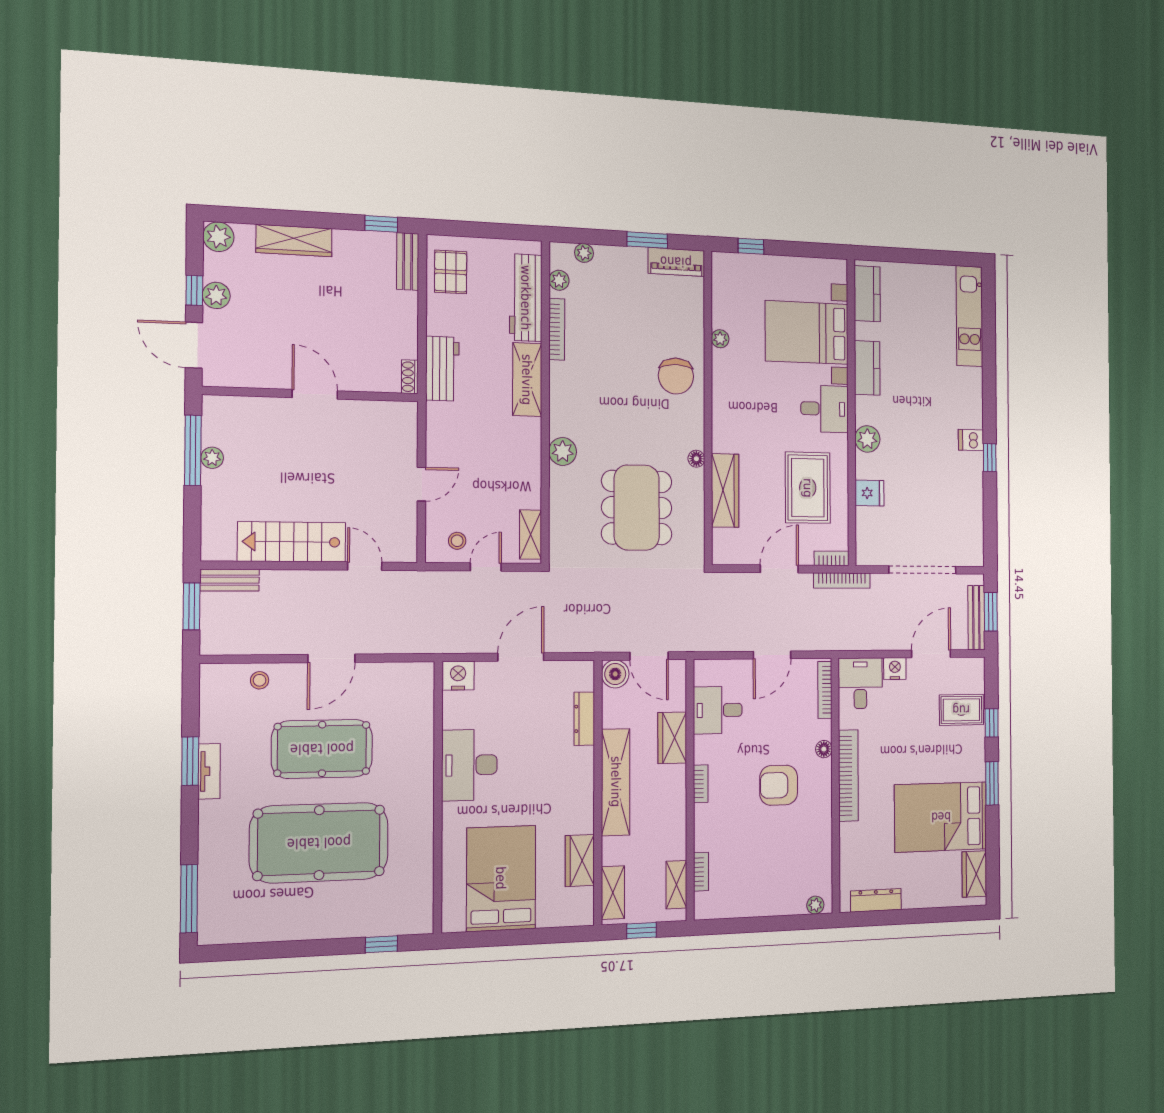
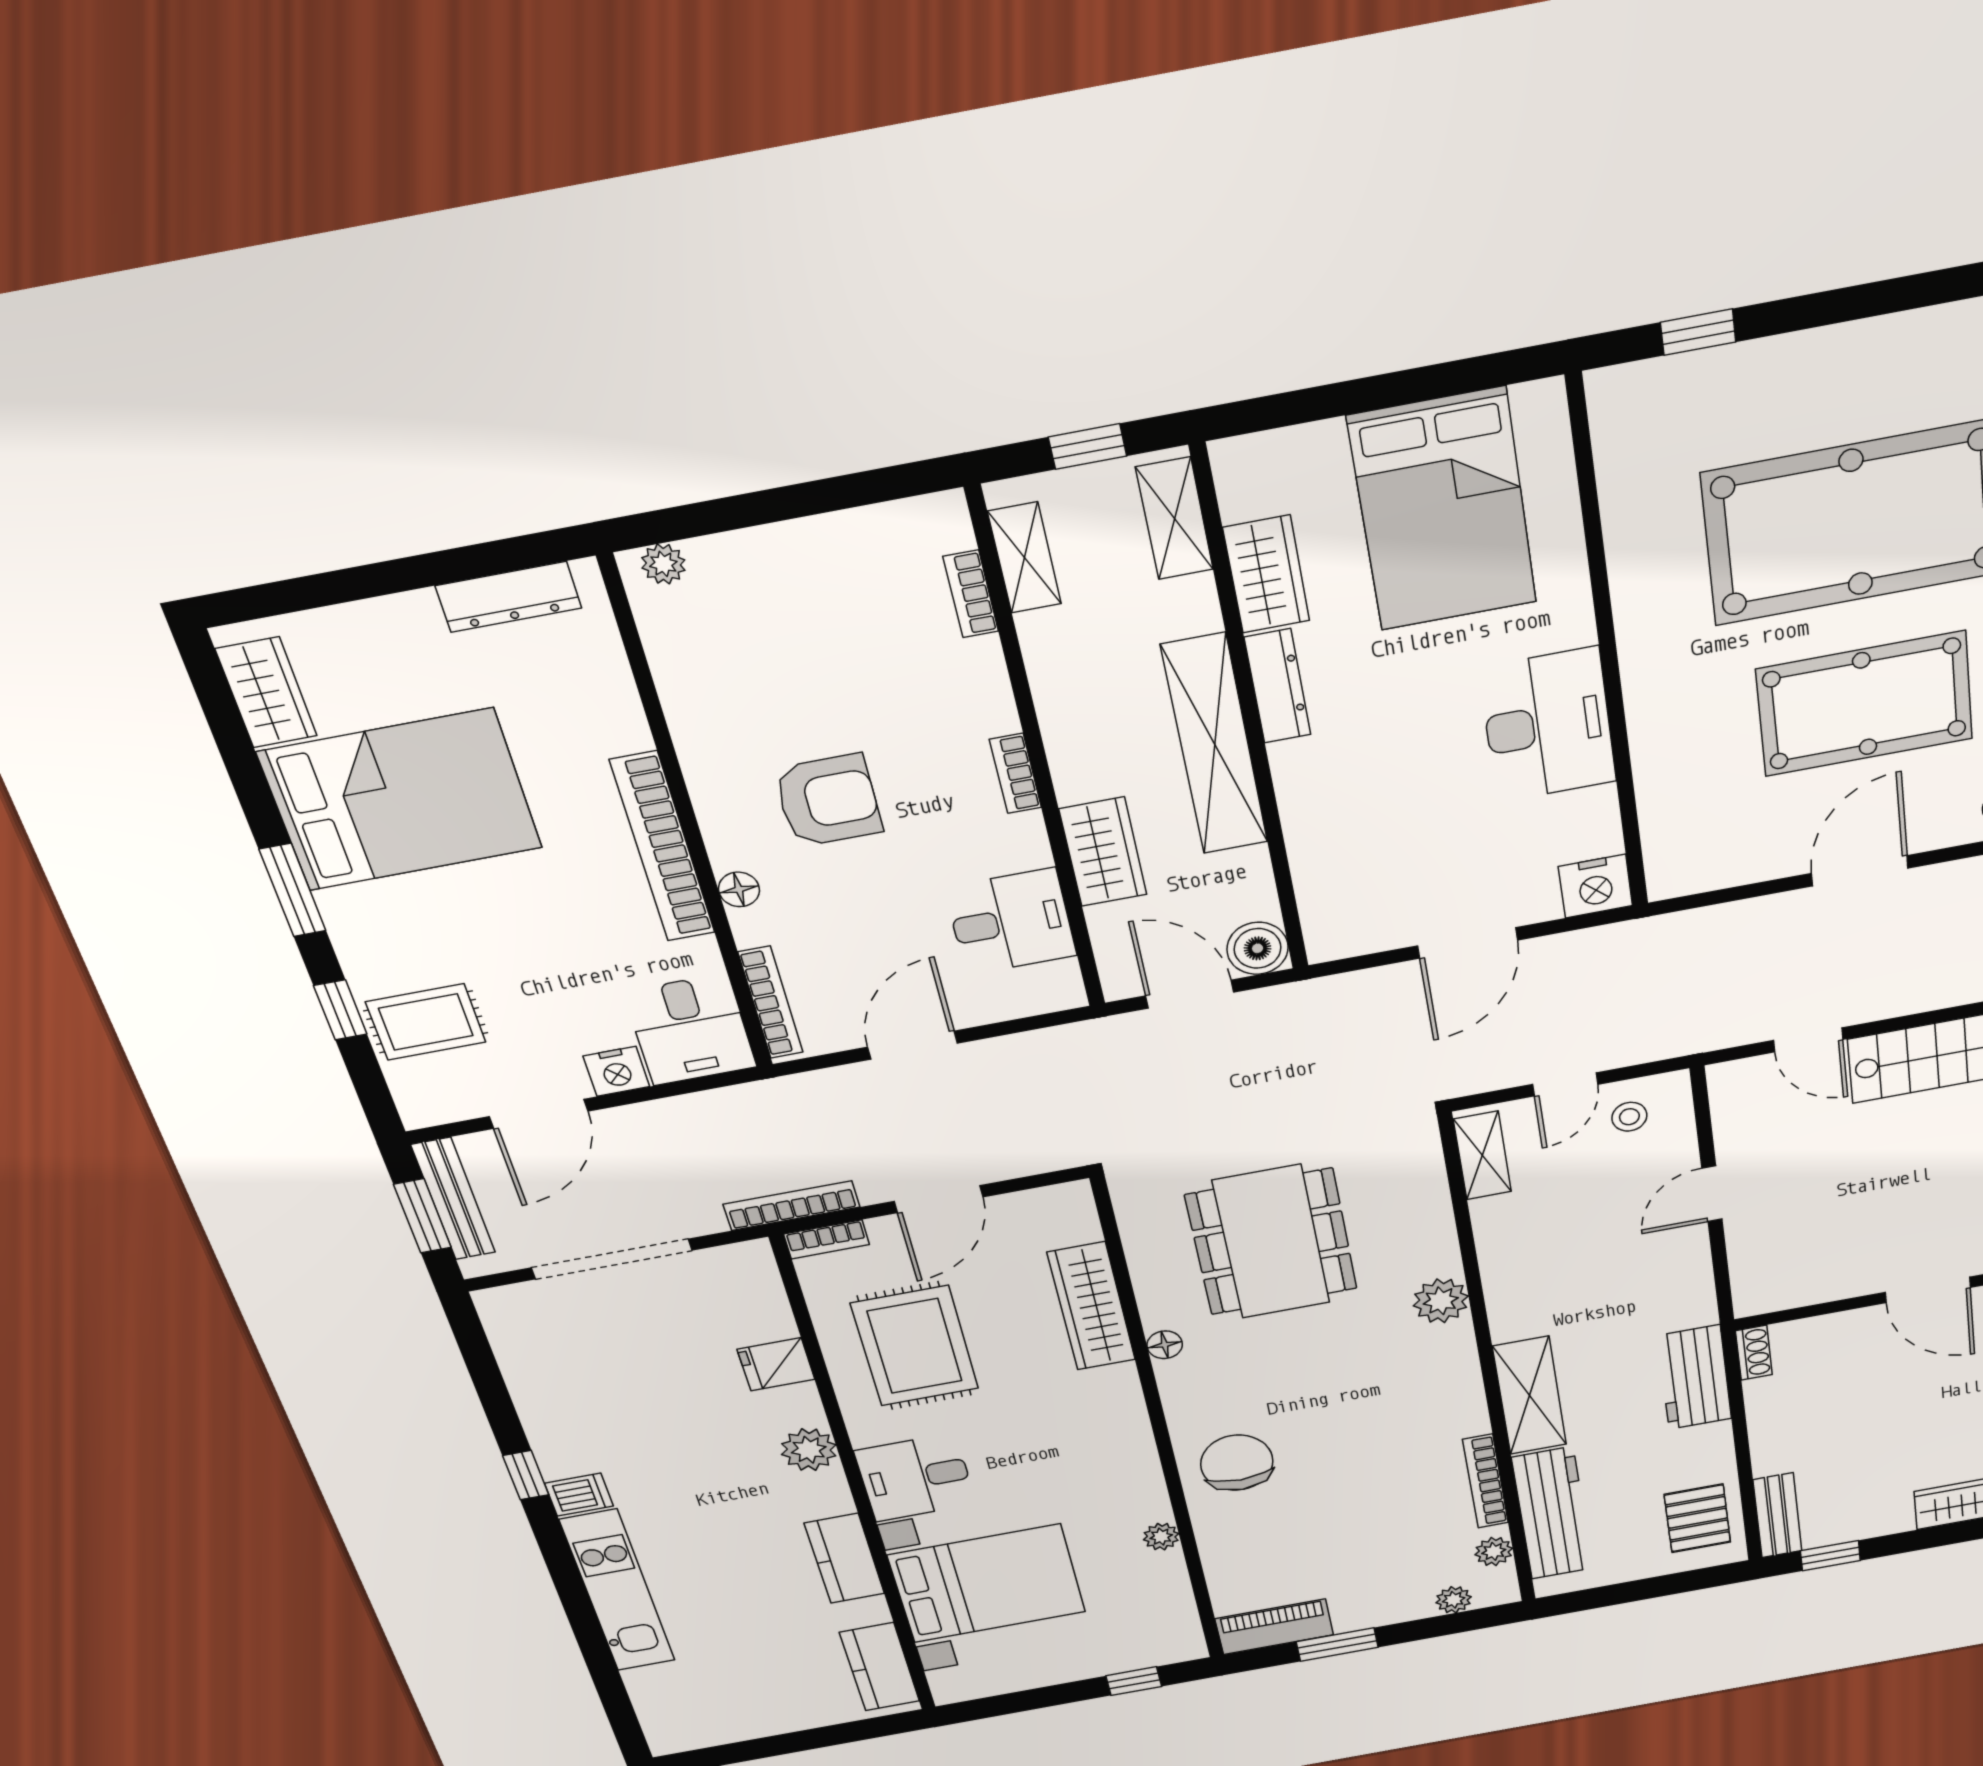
kitchen unit: (969, 316) -> (618, 1591), moved
dresser: (584, 719) -> (1278, 686), moved

